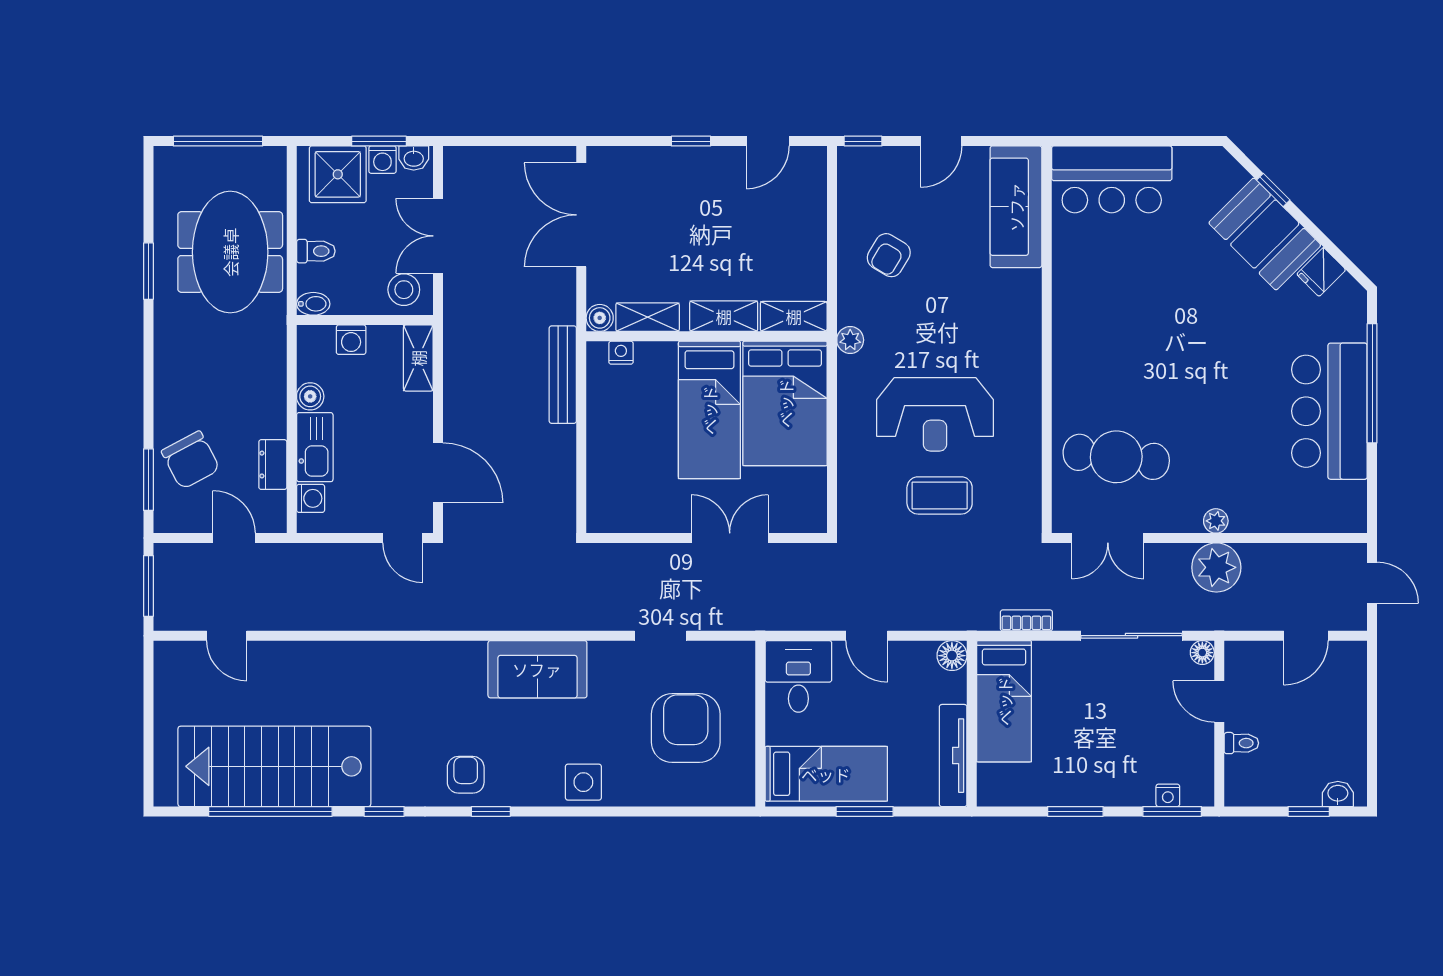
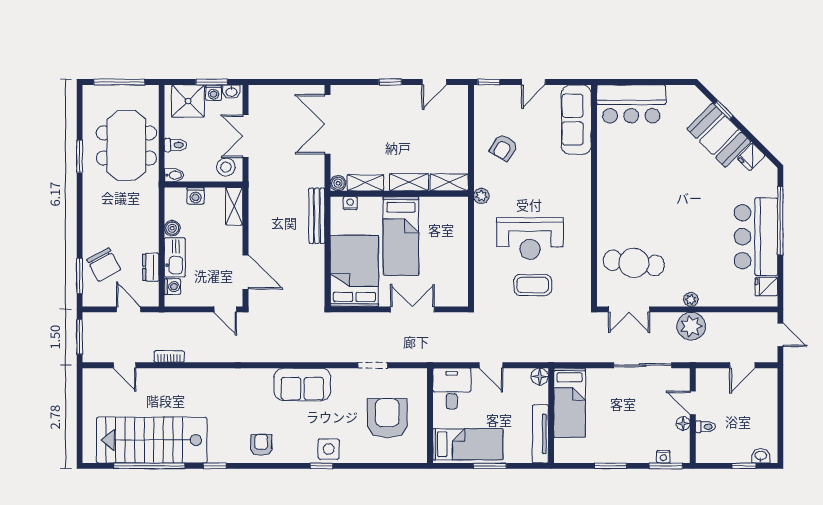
bed: (785, 403) -> (354, 271), moved, turned 180
fridge: (1348, 498) -> (766, 287), added
bookcase: (1026, 620) -> (169, 356), moved
floor lamp: (1202, 653) -> (683, 423), moved
window: (491, 811) -> (321, 466), moved

